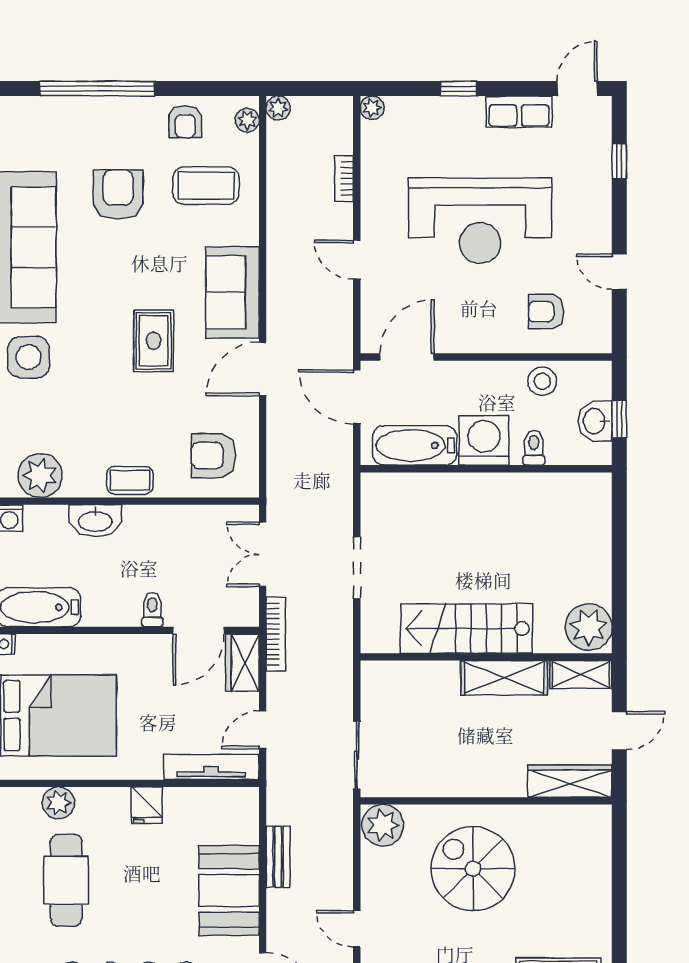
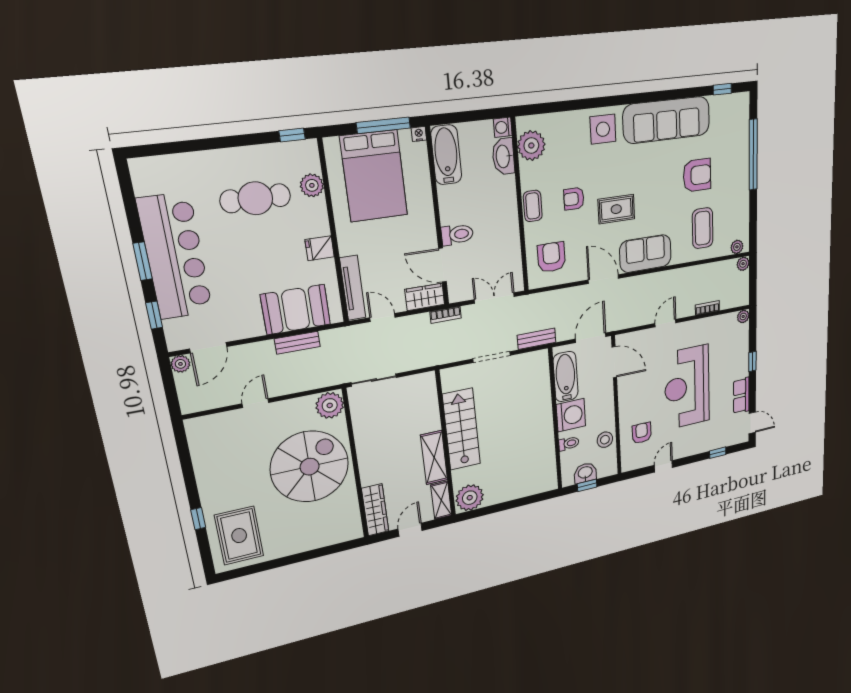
armchair: (185, 122) -> (574, 199), moved
bench: (341, 491) -> (537, 339), added
washbasin: (95, 521) -> (503, 156), moved
toilet: (152, 610) -> (457, 234), width x1.37, depth x1.39
bookcase: (276, 634) -> (446, 315), width x0.64
door: (619, 731) -> (410, 530), swing flipped
spiral stairs: (473, 869) -> (310, 467), width x1.37, depth x1.37
booth: (229, 890) -> (296, 310), moved

